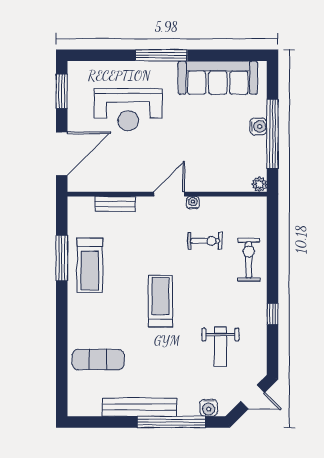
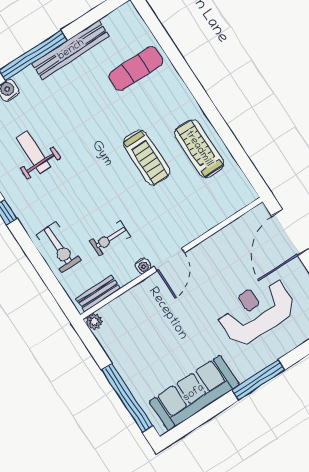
water cooler: (258, 127) -> (129, 373), removed
window: (273, 134) -> (127, 398), moved
bench: (115, 204) -> (98, 293), moved
window: (62, 258) -> (229, 138), removed
treadmill: (161, 301) -> (146, 158), moved

